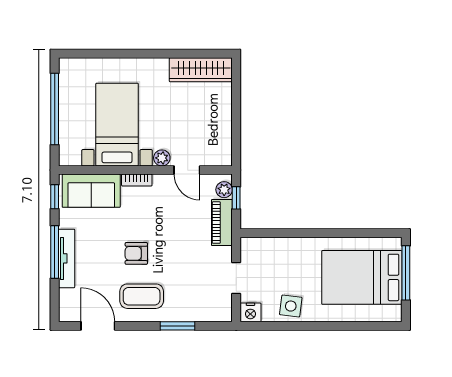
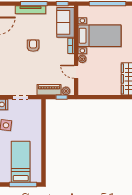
door: (187, 170) -> (76, 72), hinge flipped
bed: (362, 277) -> (21, 162), width x0.67
coffee table: (142, 296) -> (11, 48), removed

